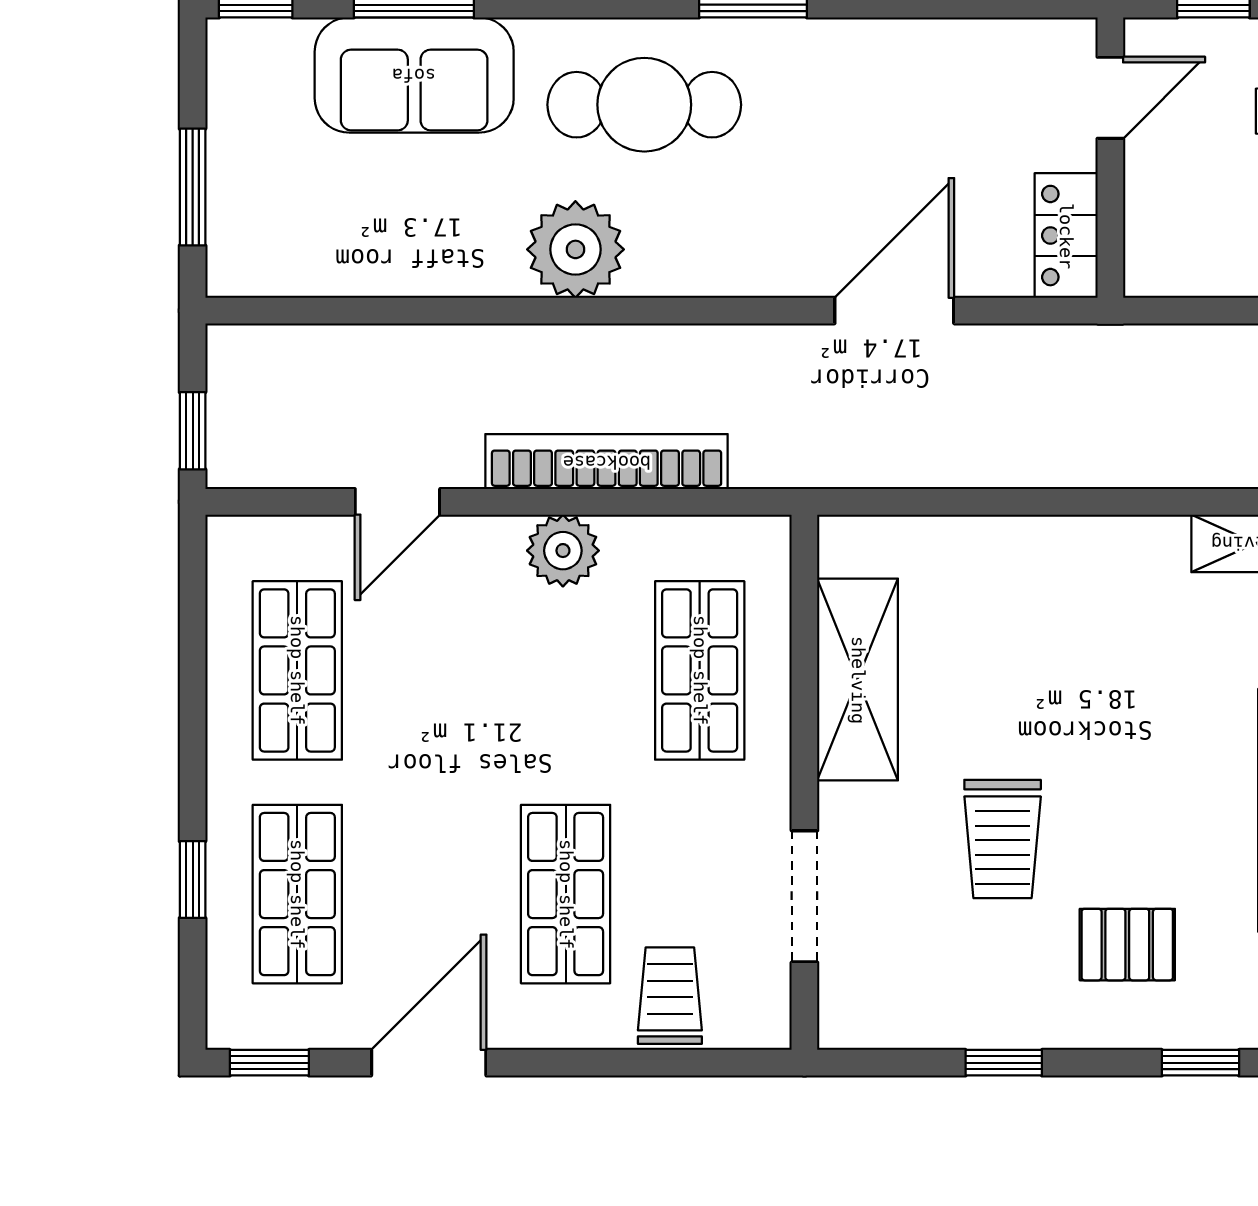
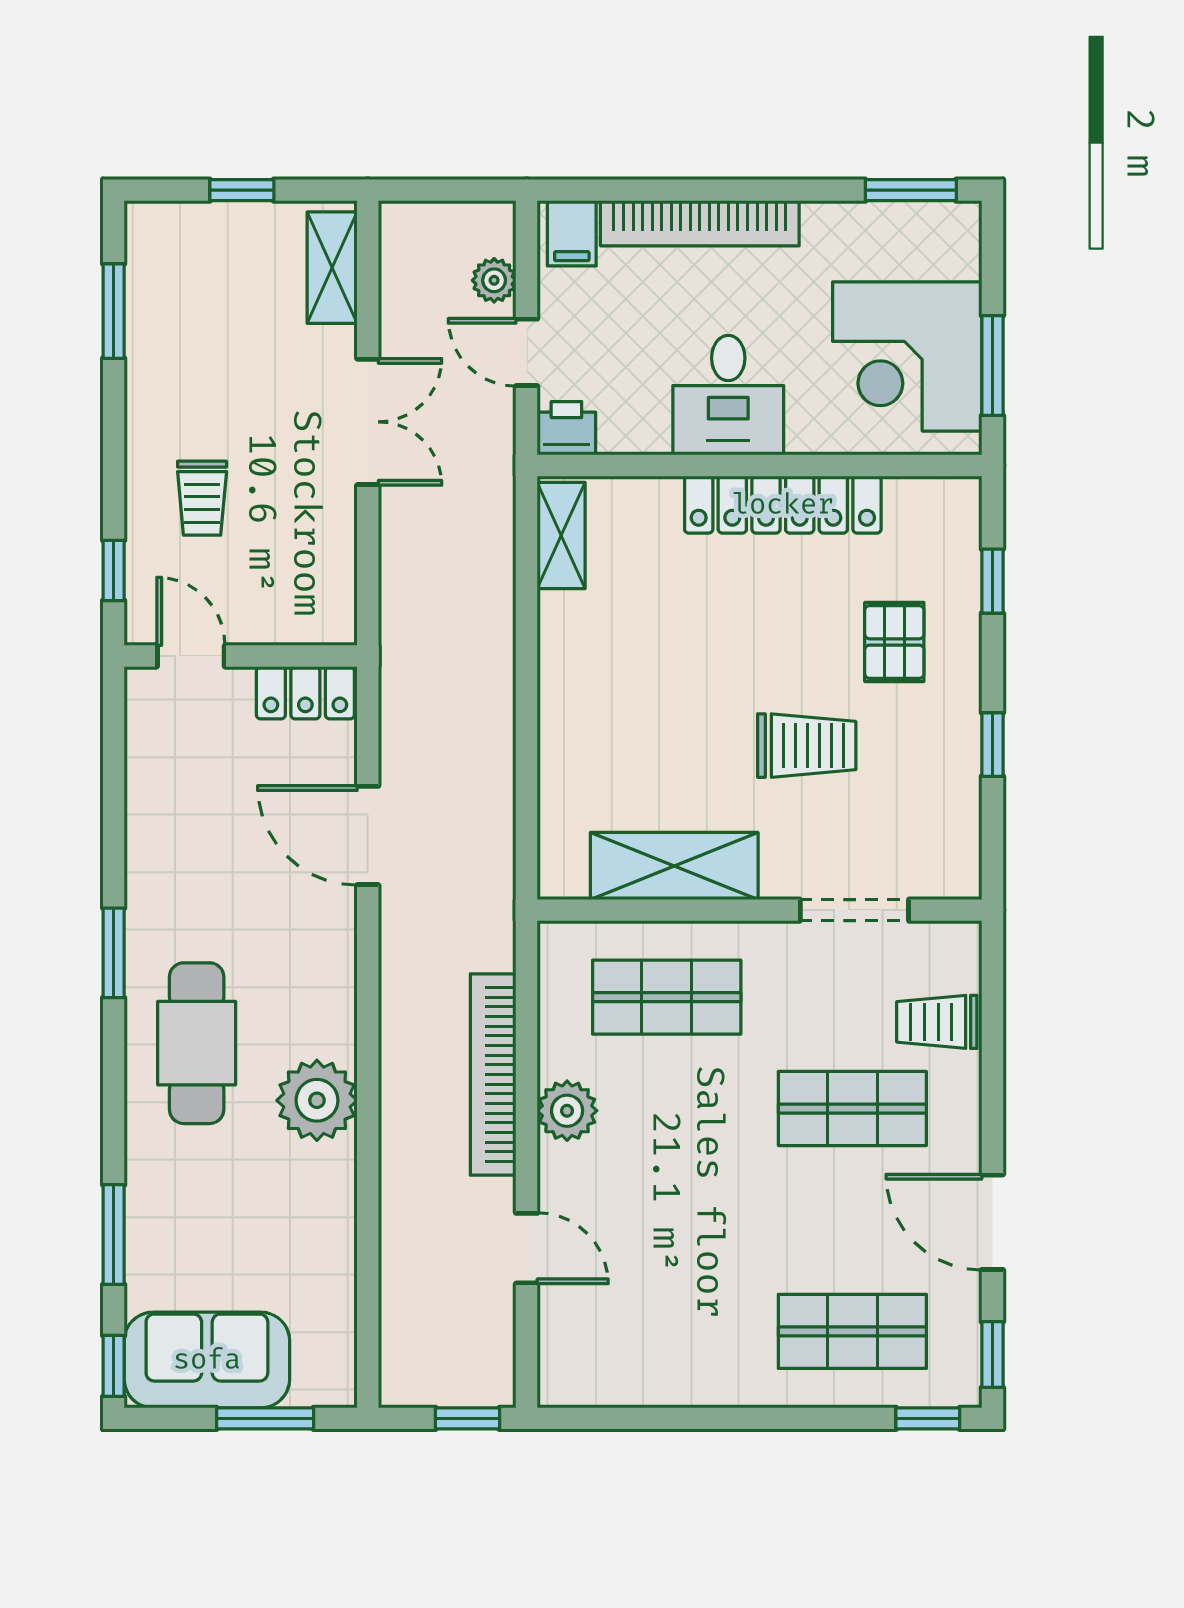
sofa: (414, 75) -> (207, 1360), moved, turned -90
shop shelf: (297, 670) -> (667, 1331), removed
window: (193, 880) -> (928, 1418), moved

